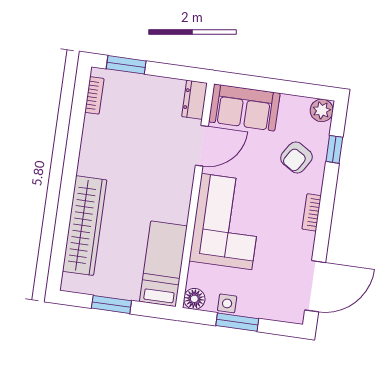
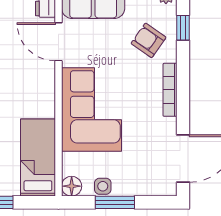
door: (202, 146) -> (58, 42), swing flipped
armchair: (296, 157) -> (149, 40), turned 93
bookcase: (312, 212) -> (170, 90), width x1.56

